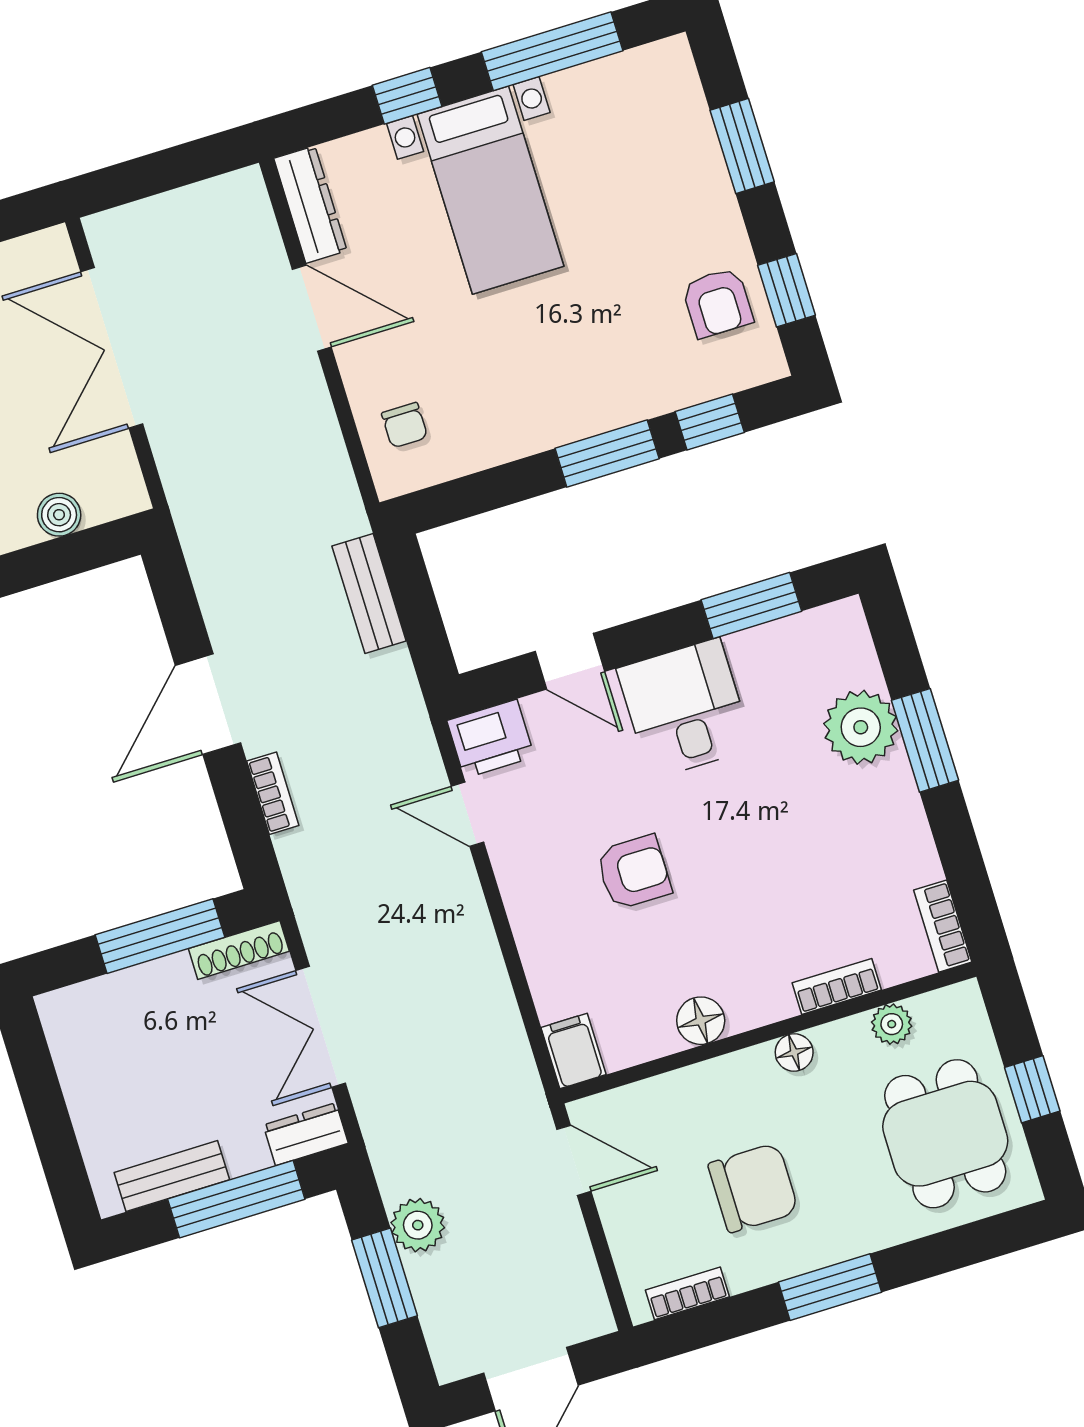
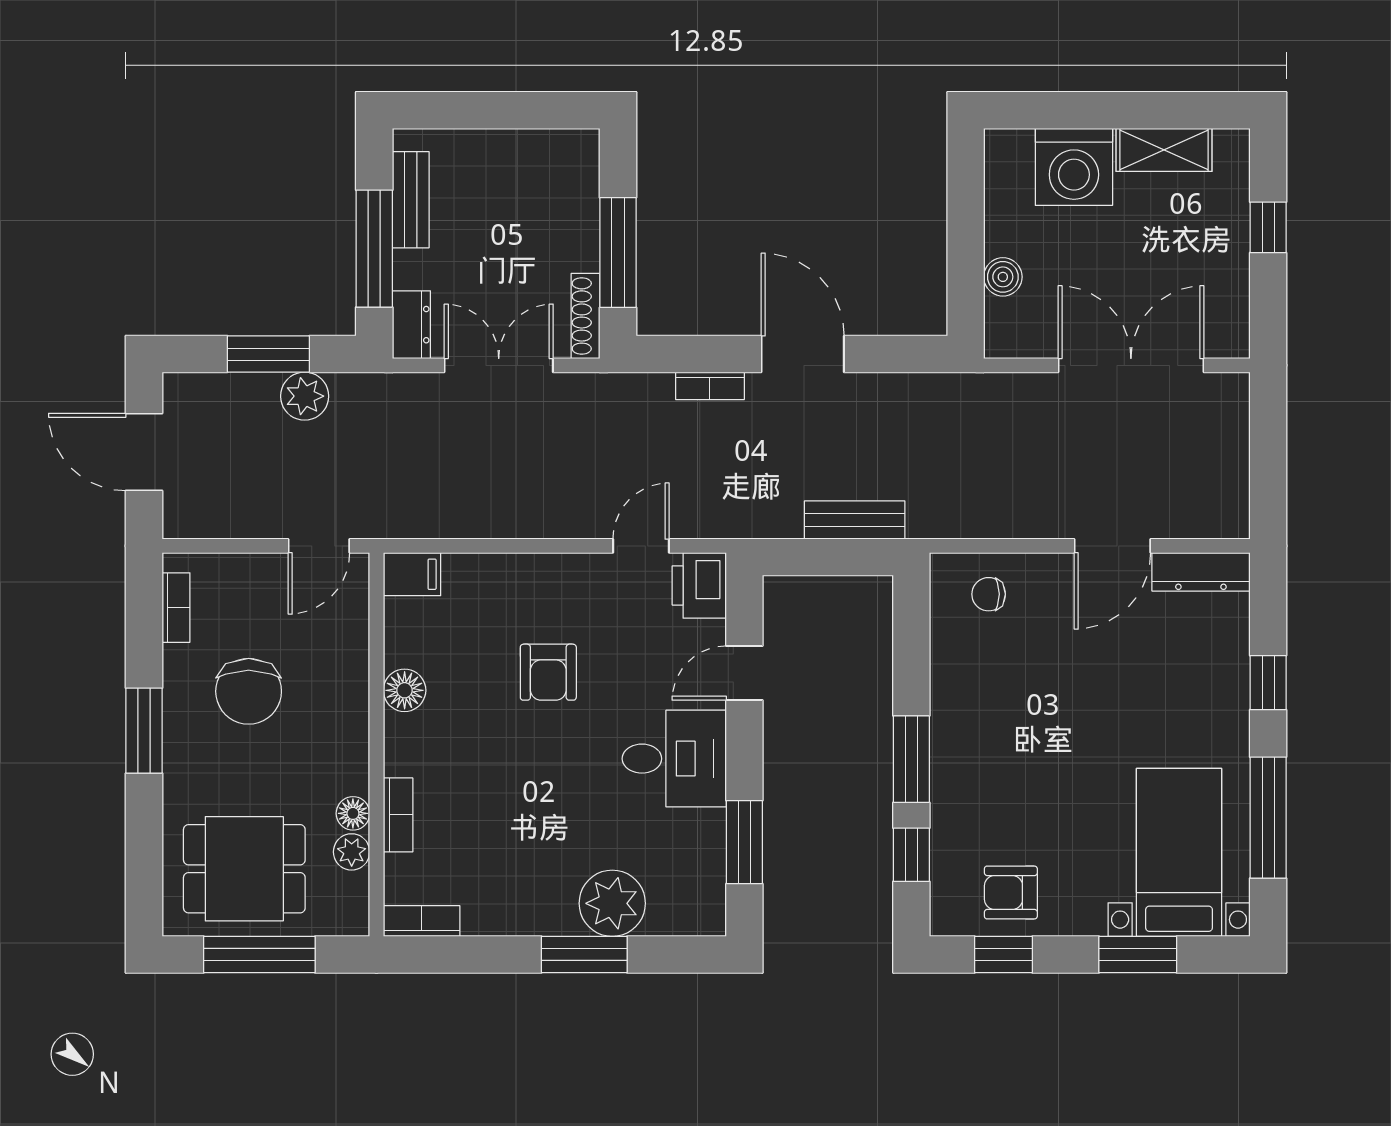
bed with nightstands: (490, 190) -> (1179, 852), moved, turned 90
floor lamp: (794, 1052) -> (353, 813), moved
window: (1032, 1089) -> (259, 954), width x2.17

